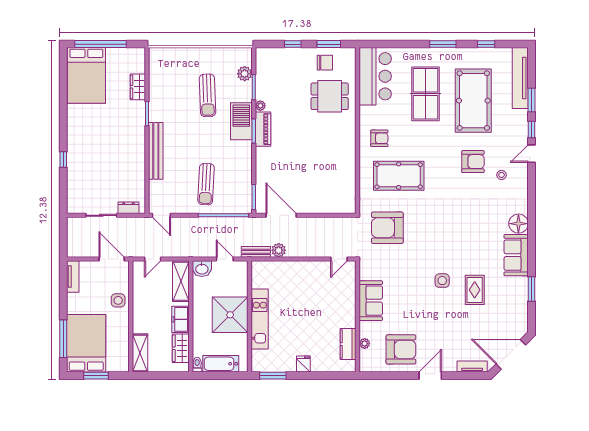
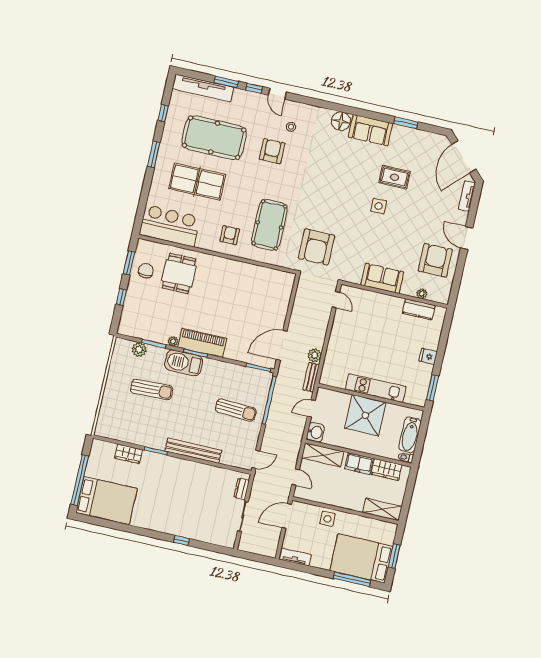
piano: (263, 129) -> (202, 343), width x1.37, depth x1.33

